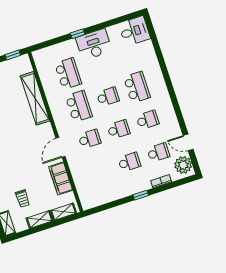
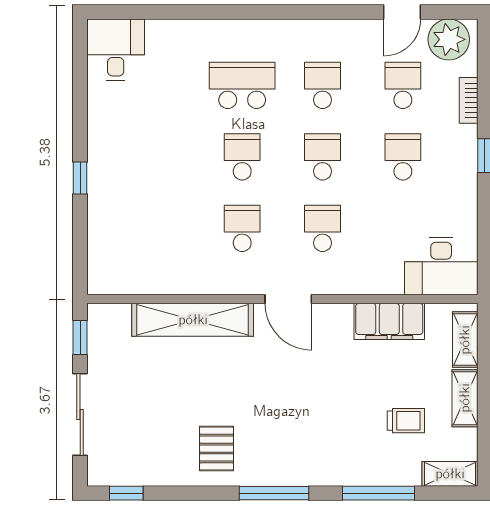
desk: (94, 44) -> (441, 266), moved, turned -90
school desk: (68, 74) -> (162, 228), removed
school desk: (79, 106) -> (242, 228), width x0.54
door: (60, 147) -> (288, 299), moved

